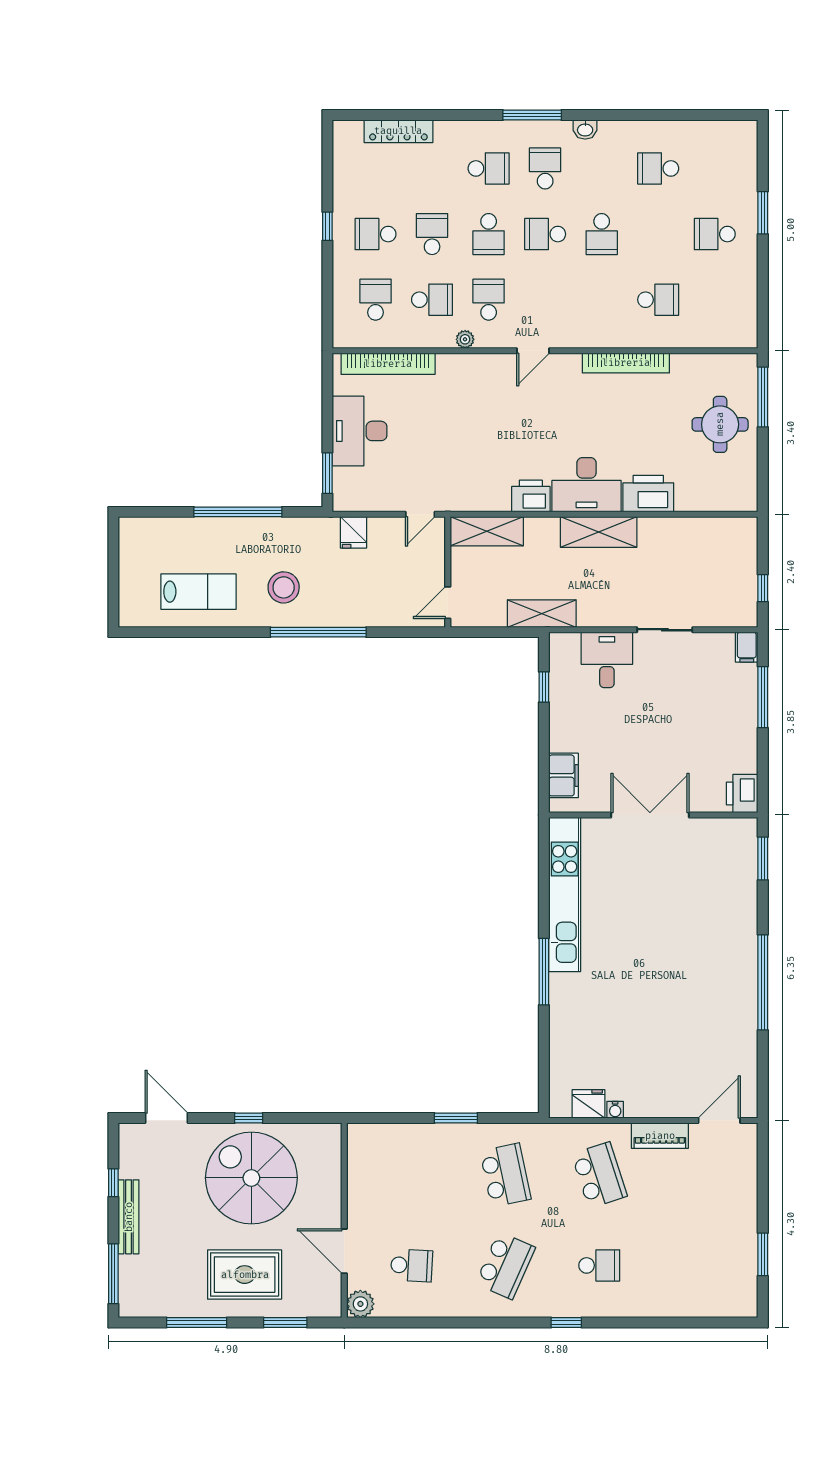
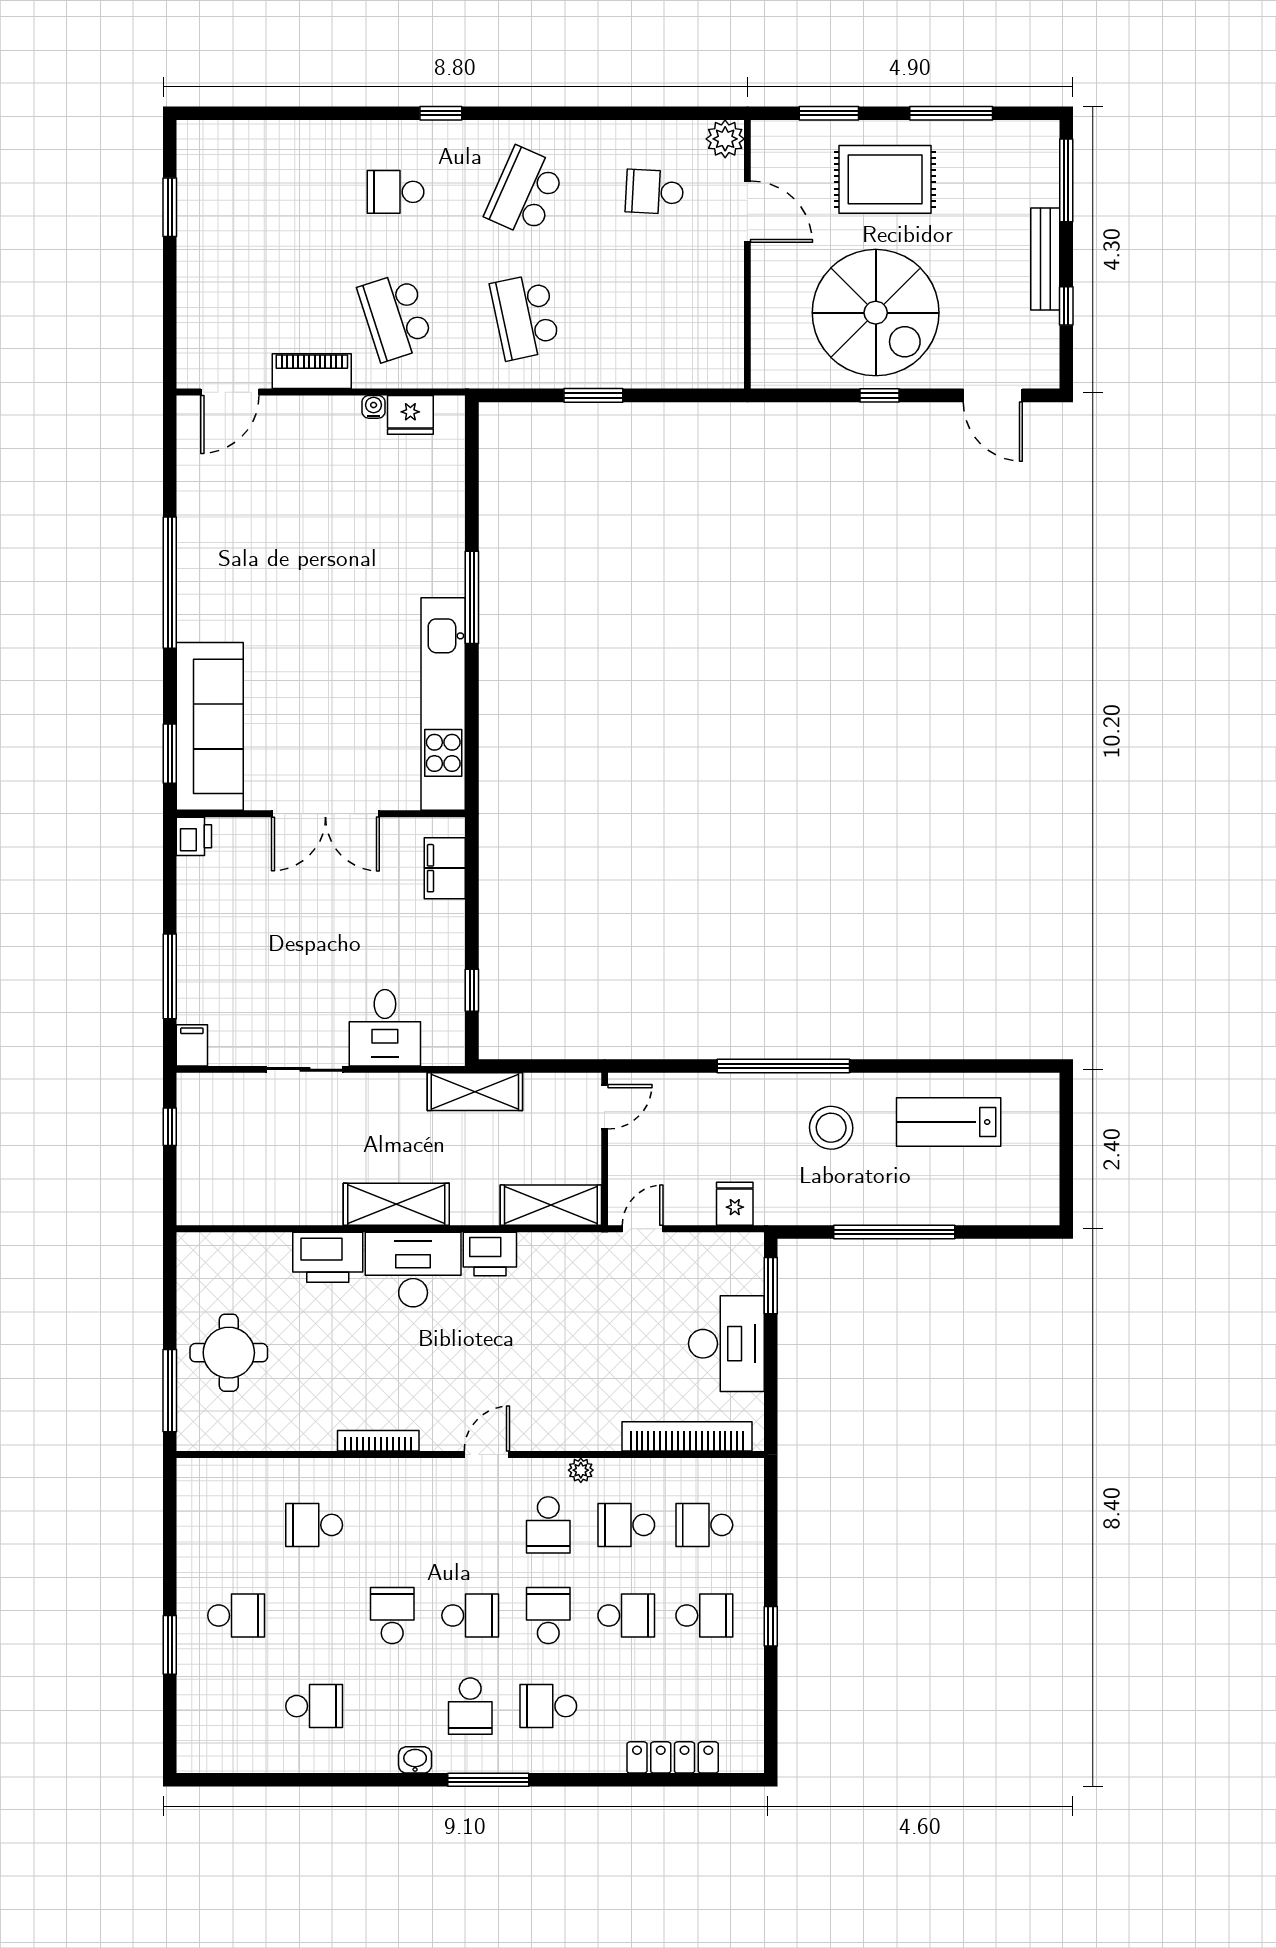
school desk: (432, 234) -> (626, 1615), turned -90
school desk: (376, 300) -> (704, 1525), turned 90
bookcase: (626, 363) -> (378, 1441), width x0.68, depth x0.76
printer: (742, 793) -> (194, 836), width x0.73, depth x0.81
sofa: (734, 878) -> (210, 726), added

